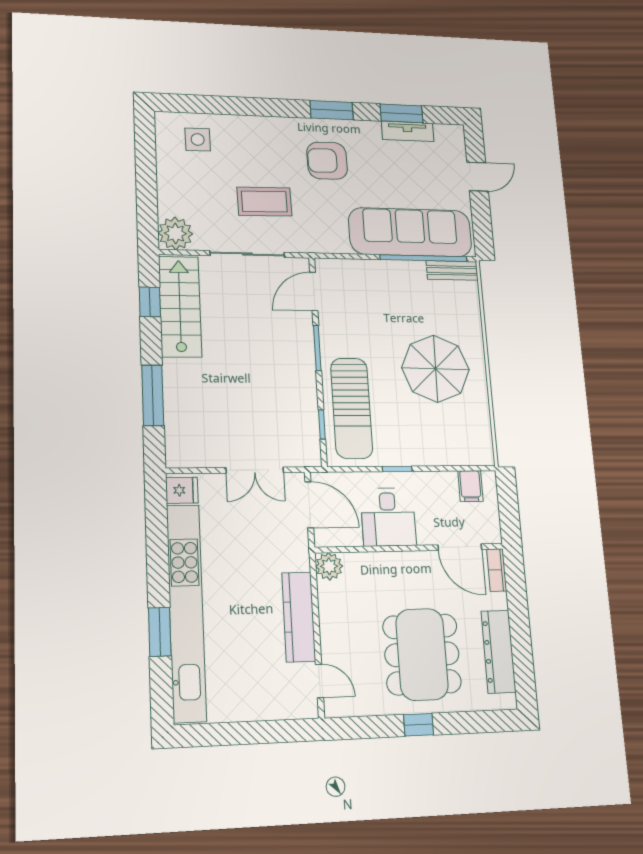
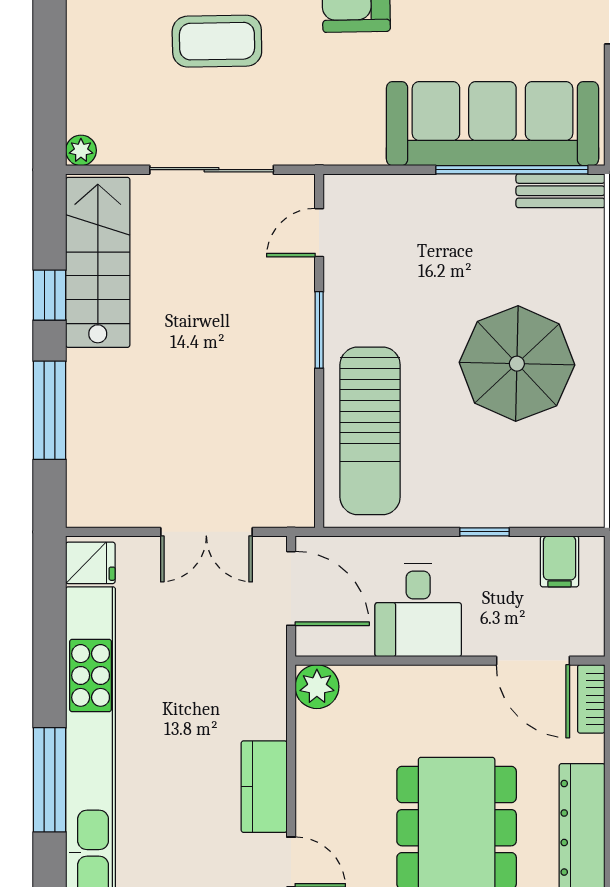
coffee table: (264, 202) -> (217, 41), moved
plant: (175, 233) -> (81, 150), width x0.53, depth x0.53
door: (314, 291) -> (319, 233), width x0.73
window: (150, 302) -> (50, 295), moved
window: (322, 425) -> (319, 458), removed
window: (397, 469) -> (484, 532), moved
kitchen counter: (299, 617) -> (264, 787), width x0.67
window: (160, 632) -> (50, 780), width x1.44

